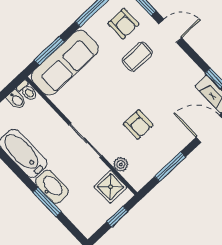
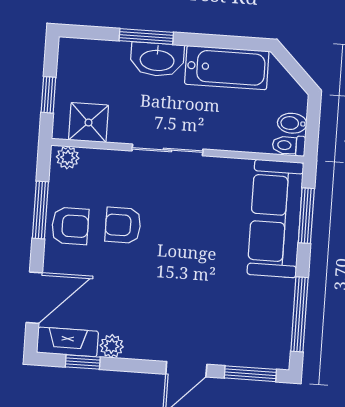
armchair: (123, 24) -> (70, 226), moved, turned 180
coffee table: (137, 57) -> (197, 303), removed
plant: (195, 73) -> (112, 346), added
plant: (121, 164) -> (68, 158), moved

